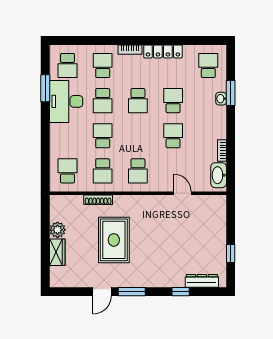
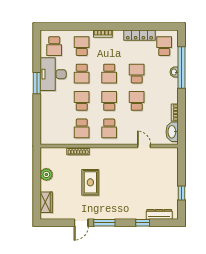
locker: (163, 51) -> (139, 35), moved
window: (45, 88) -> (37, 83), moved
window: (231, 93) -> (182, 68), width x2.11
school desk: (68, 171) -> (109, 101), moved
rug: (114, 240) -> (90, 182), width x0.73, depth x0.70
wardrobe: (57, 252) -> (46, 202), moved

